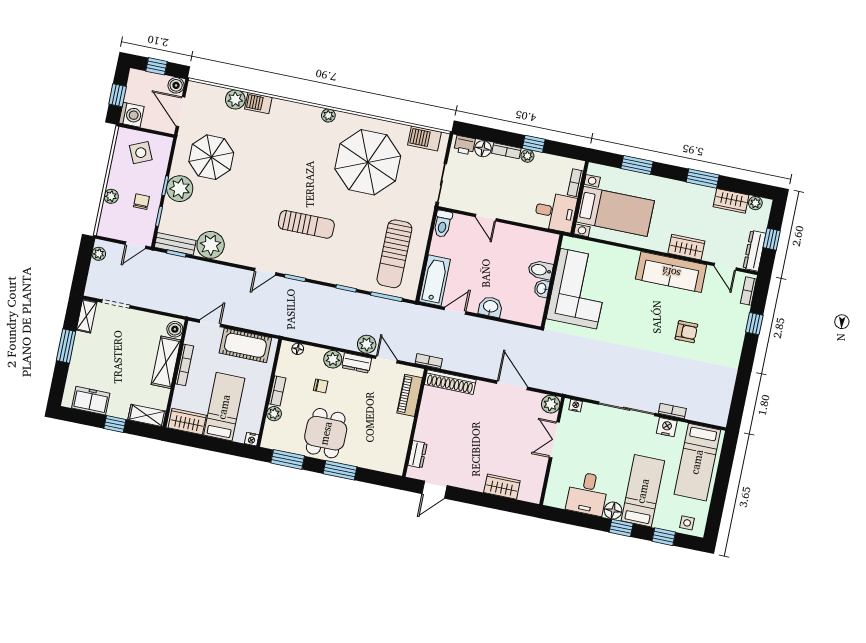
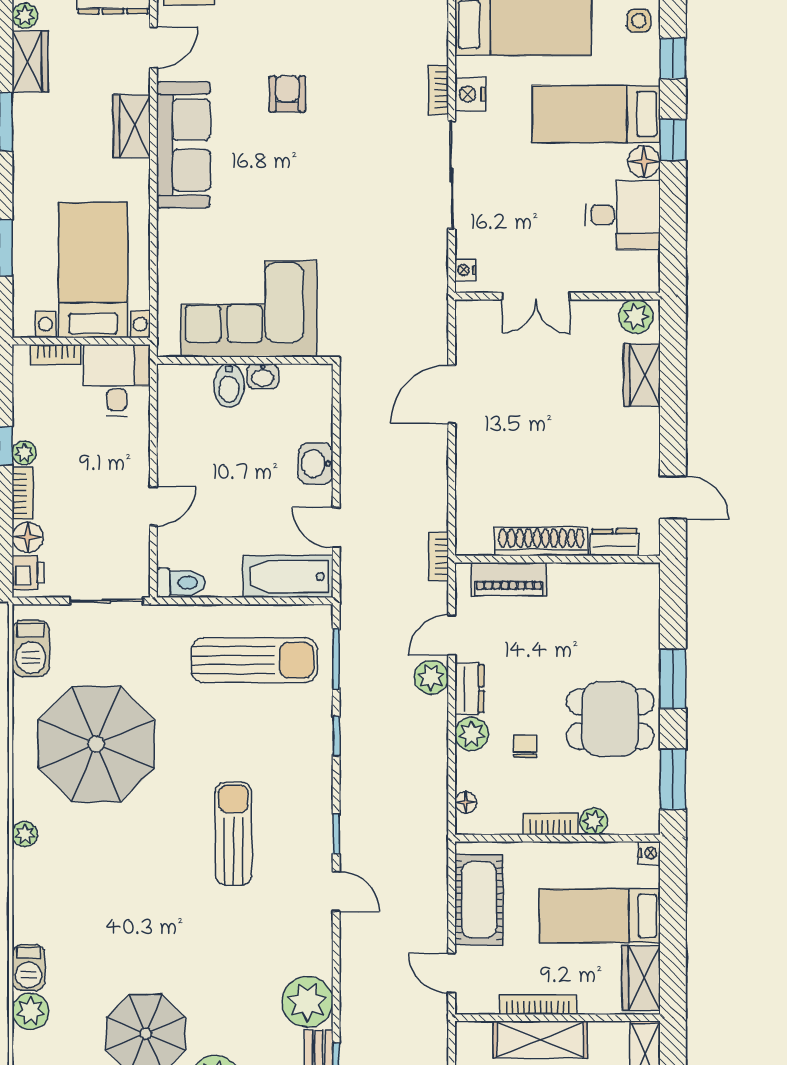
boiler: (175, 329) -> (476, 1036), removed
shoe rack: (450, 382) -> (541, 542), moved, turned -90
plant: (551, 404) -> (636, 316), moved

